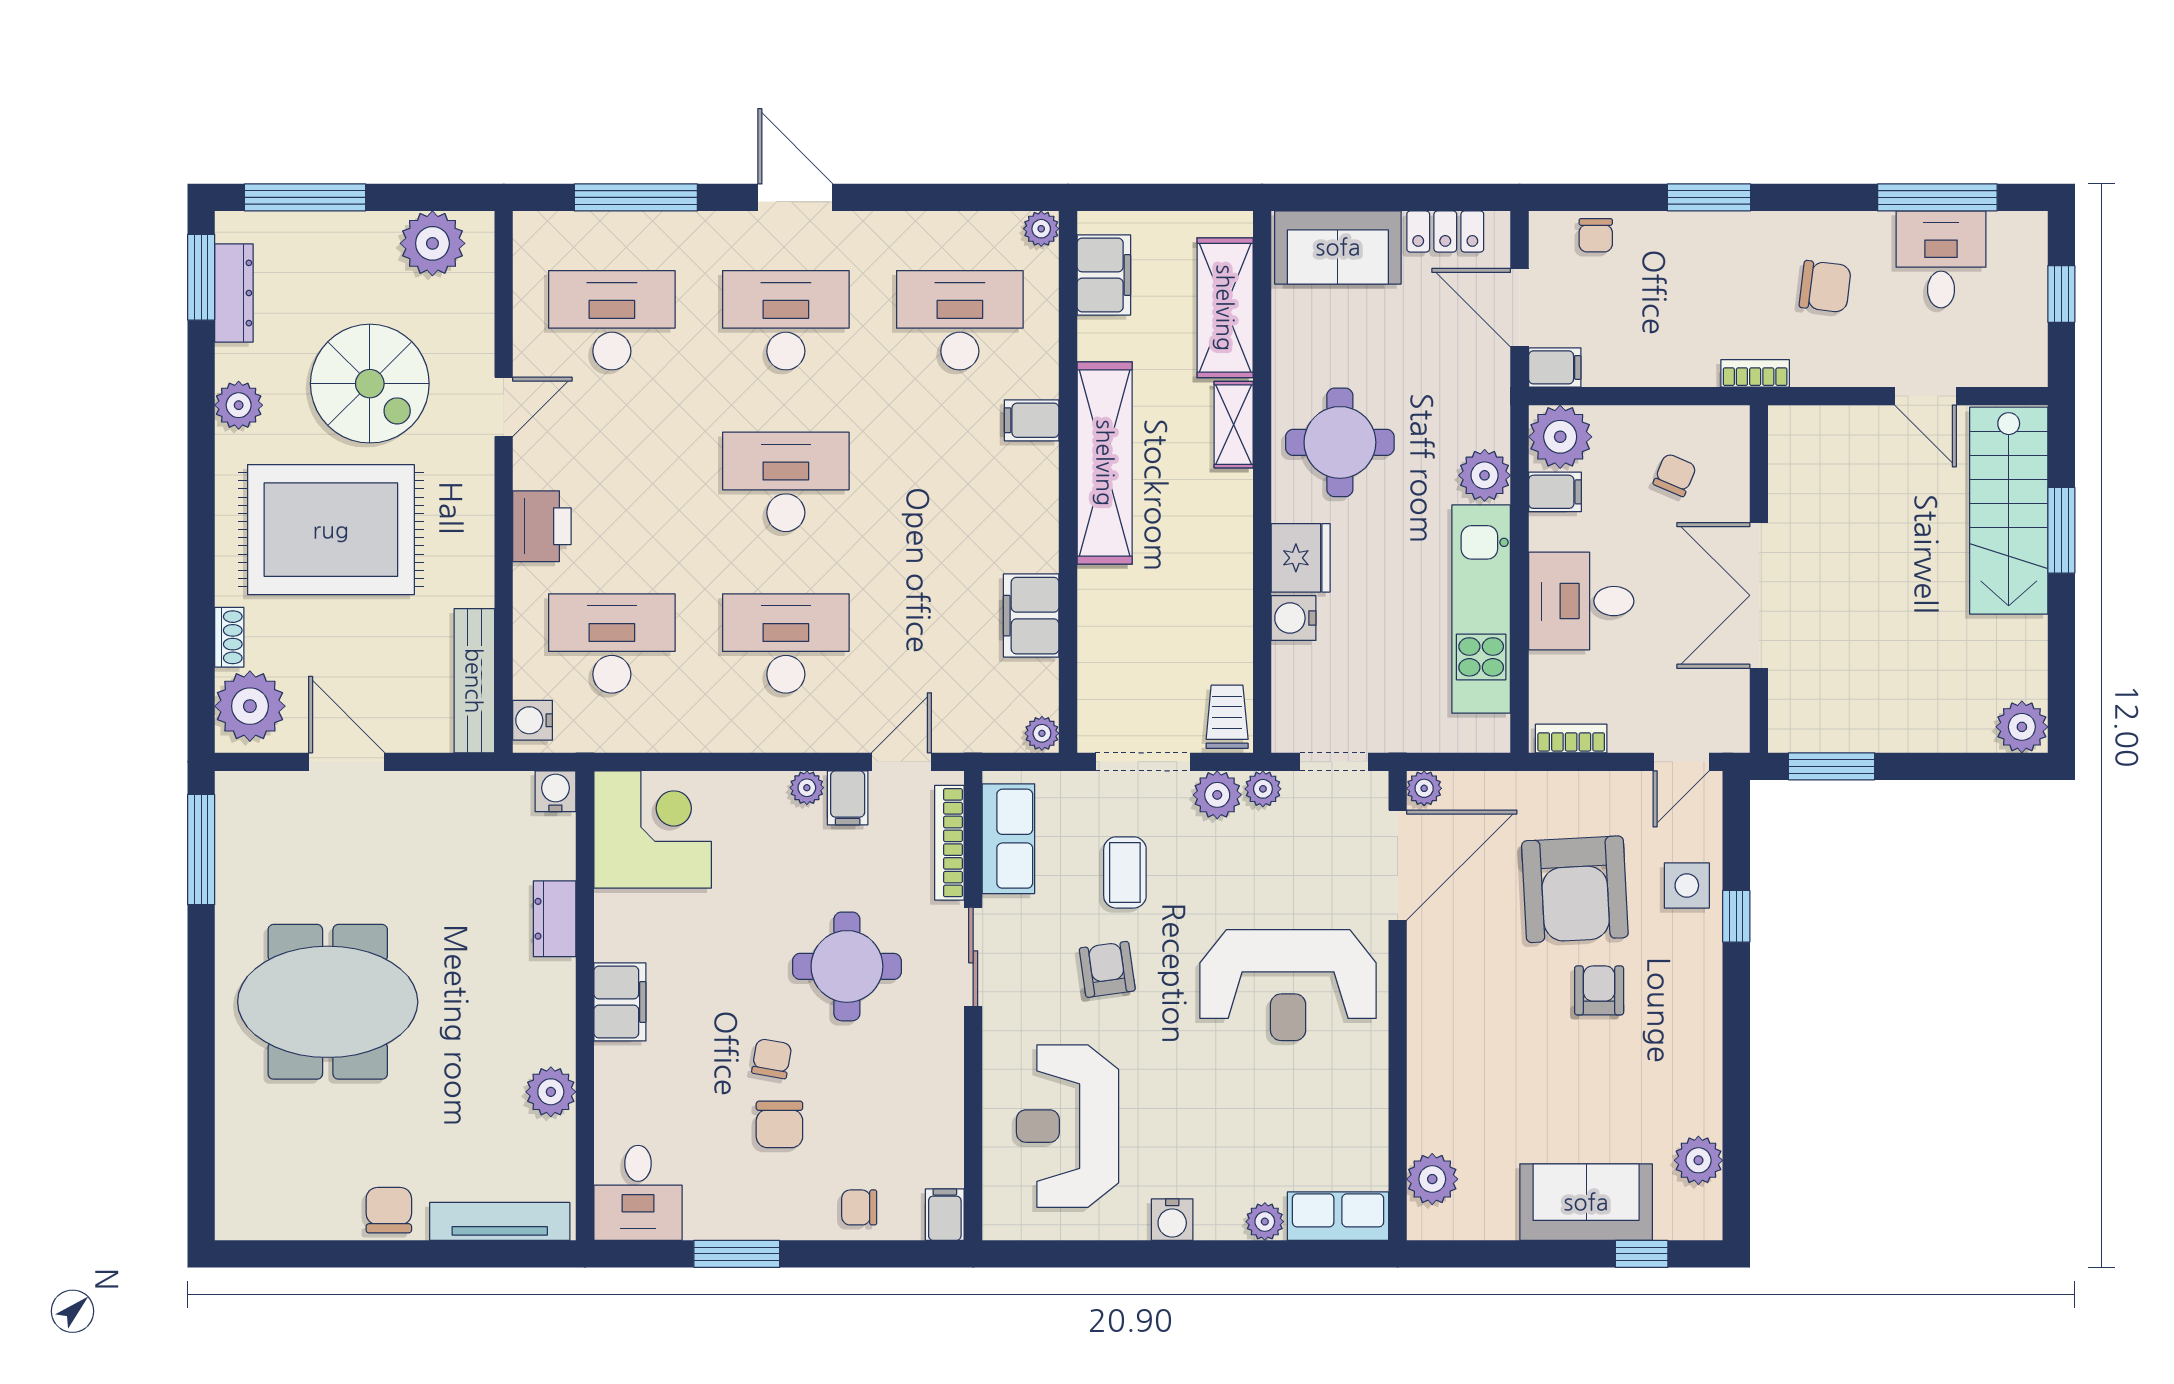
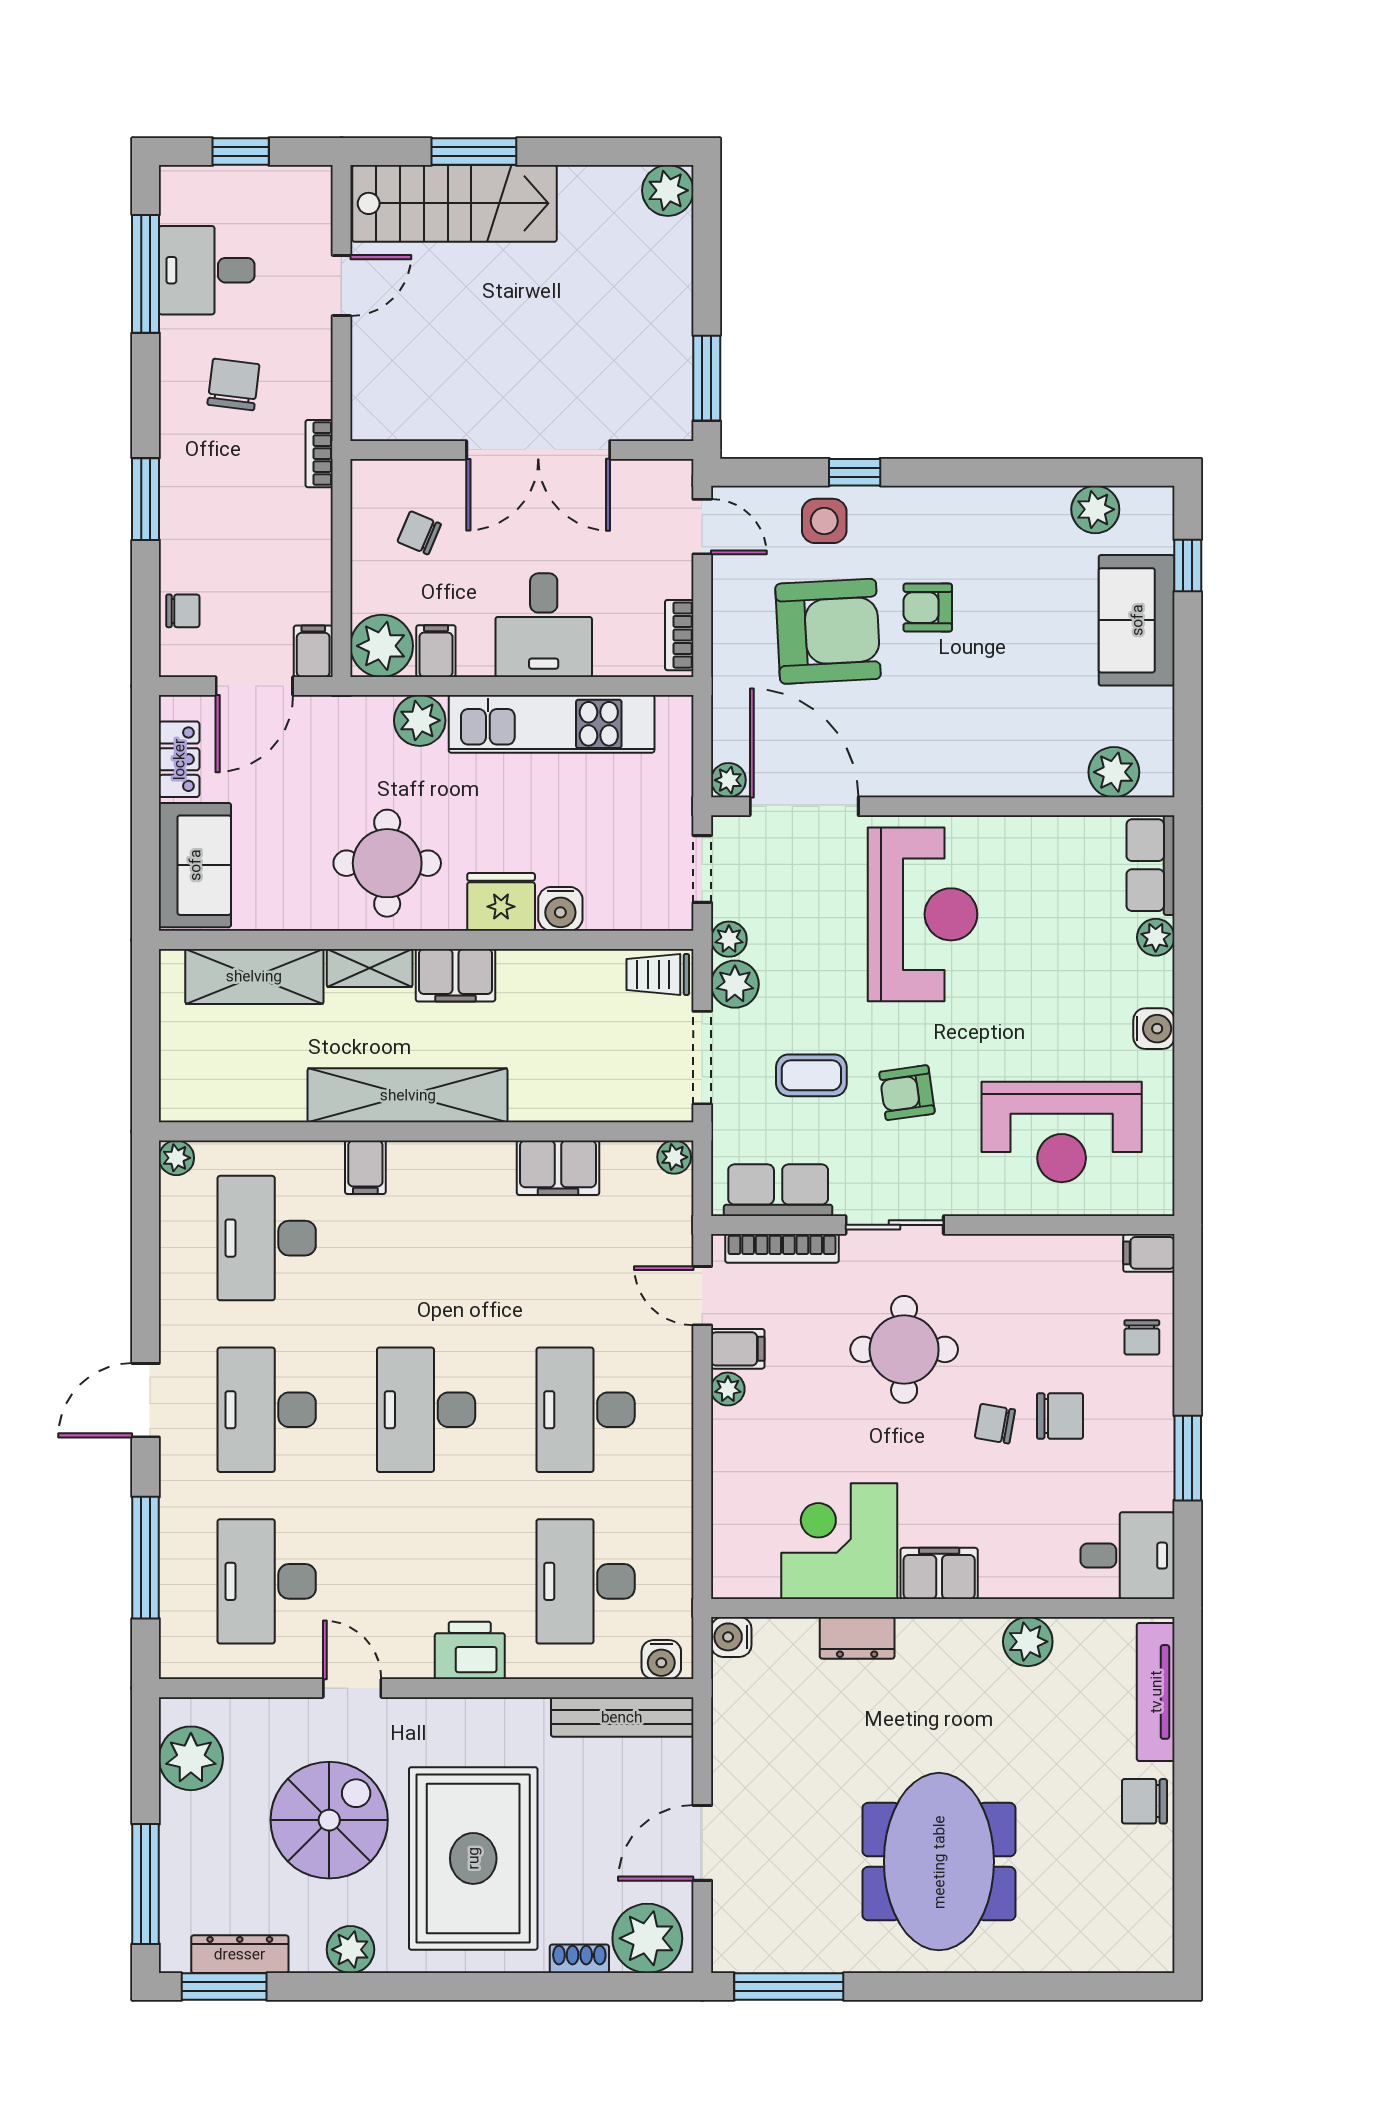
filing cabinet: (1104, 275) -> (456, 975), moved, turned 180
corner desk: (653, 830) -> (839, 1541), moved

